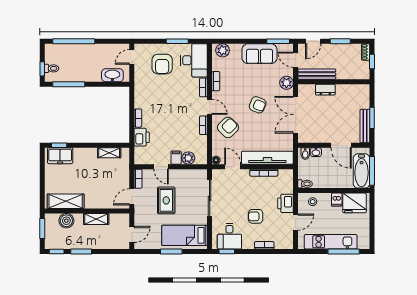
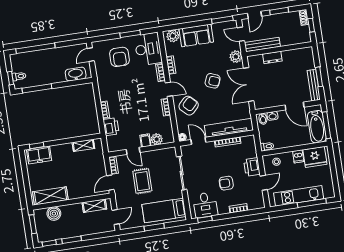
sofa: (260, 54) -> (196, 35), moved
shelving: (96, 219) -> (94, 206), moved

